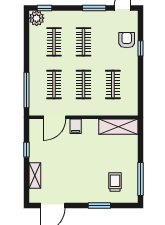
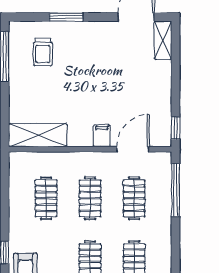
window: (26, 150) -> (176, 128), moved
shelving: (35, 176) -> (163, 40), moved

